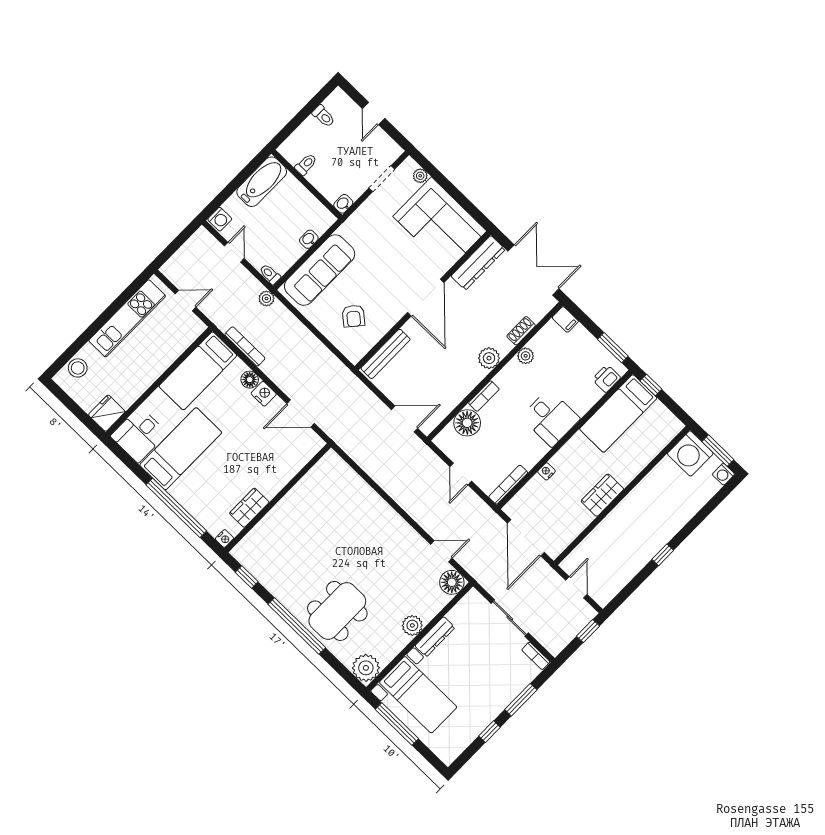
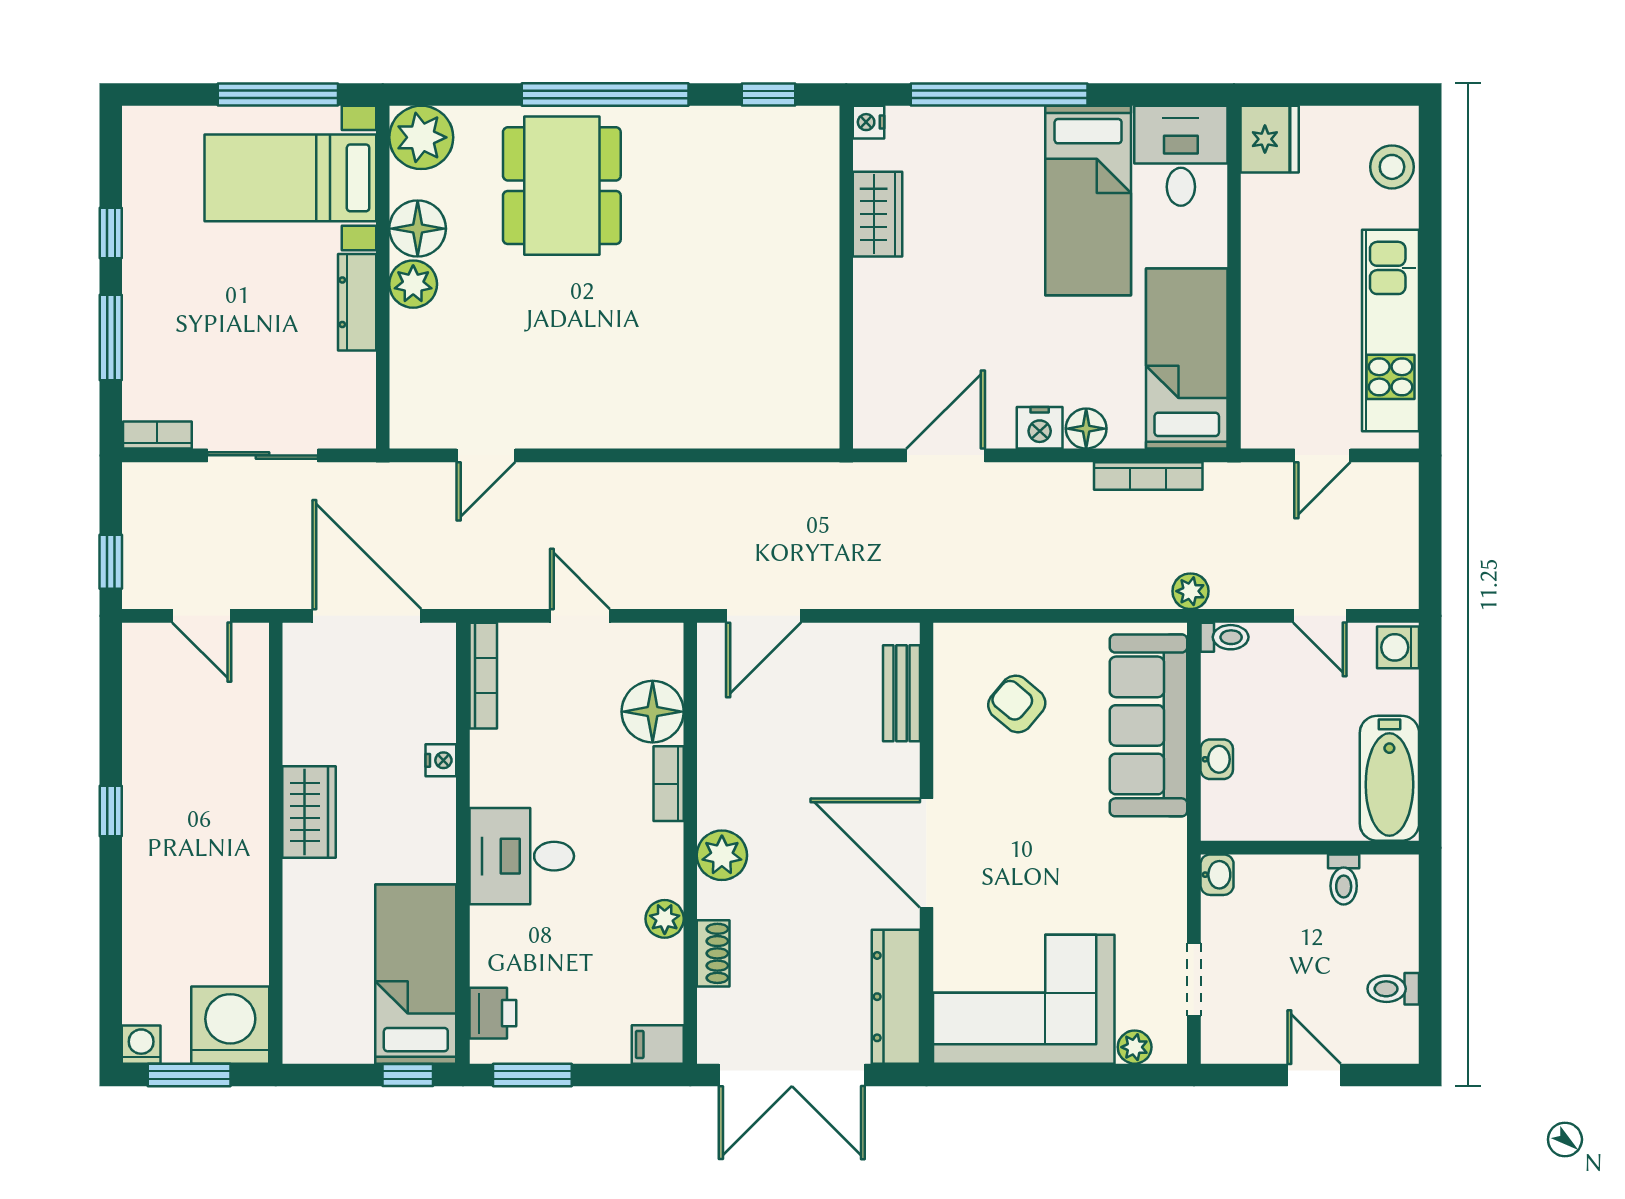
bench: (386, 354) -> (901, 693), width x0.73
floor lamp: (452, 582) -> (418, 229), moved

